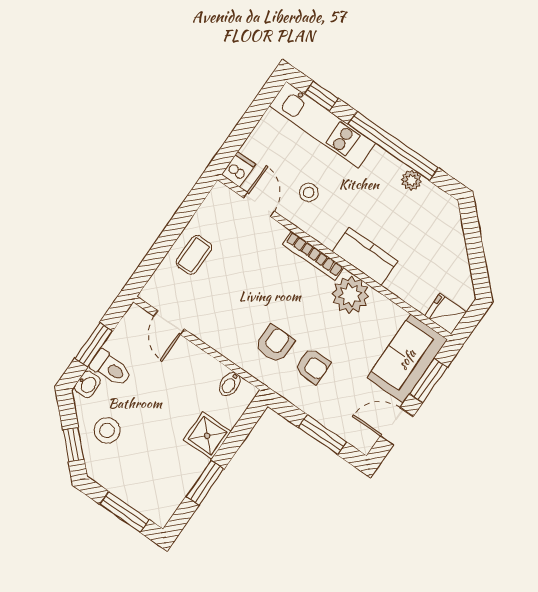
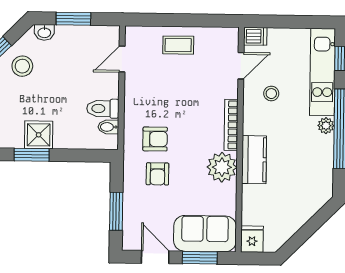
plant: (411, 180) -> (326, 126), moved
toilet: (111, 368) -> (103, 109), moved, turned 90
shower: (207, 436) -> (39, 135), moved

